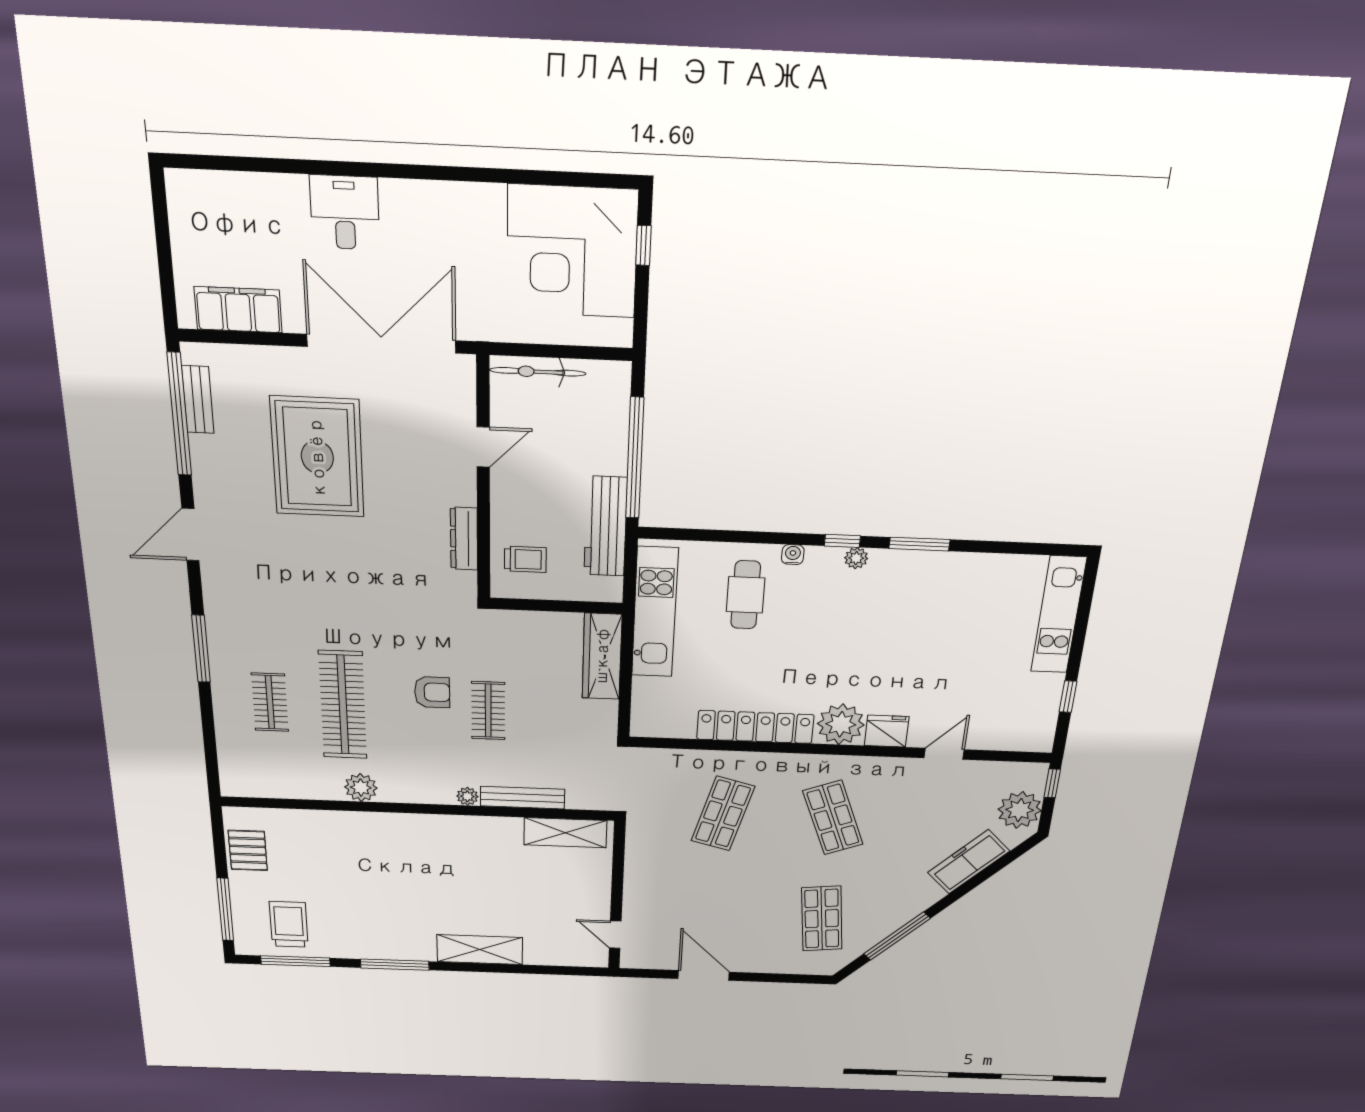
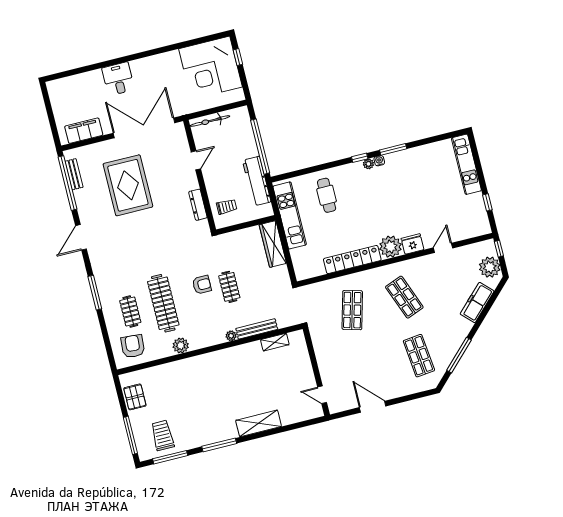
water cooler: (793, 555) -> (379, 161), moved
armchair: (262, 765) -> (133, 346), added
shelving: (565, 833) -> (275, 342), width x0.67, depth x0.75

